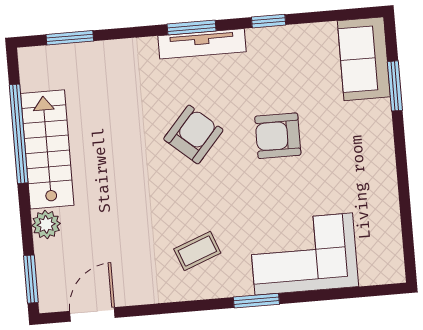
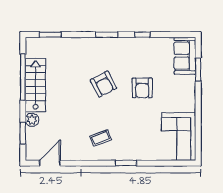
tv unit: (202, 44) -> (111, 43), removed
armchair: (193, 134) -> (103, 84), turned 111
armchair: (278, 136) -> (142, 88), turned -90
corner sofa: (304, 254) -> (179, 137), moved, turned -90
window: (31, 279) -> (23, 133), moved

